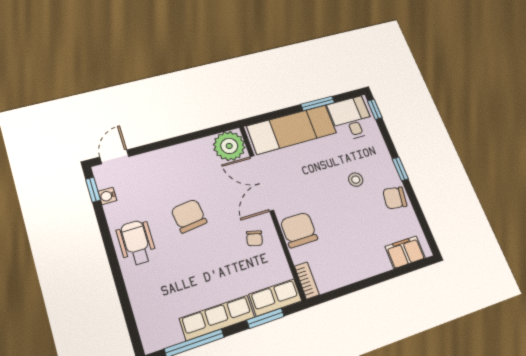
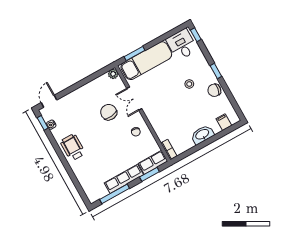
window: (318, 103) -> (134, 53), moved
plant: (229, 146) -> (113, 74), width x0.53, depth x0.53
double door: (262, 183) -> (134, 99), width x0.73
chair: (189, 216) -> (109, 112), moved
chair: (299, 230) -> (160, 122), removed
filing cabinet: (405, 252) -> (224, 122), width x0.50
washbasin: (367, 266) -> (202, 135), added

